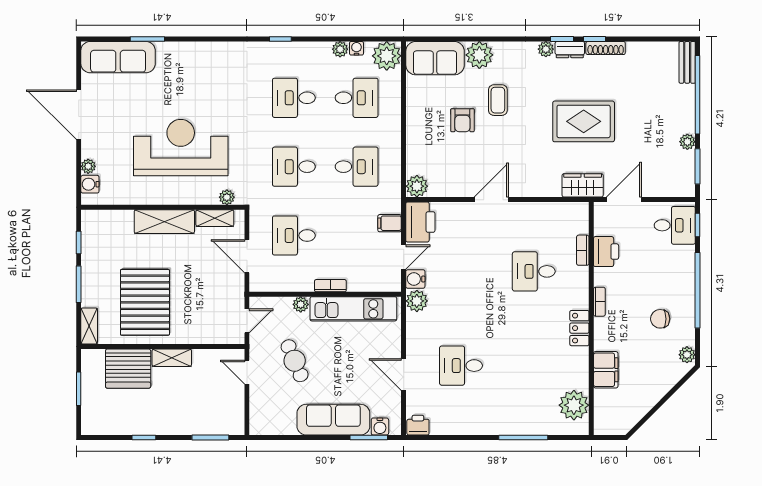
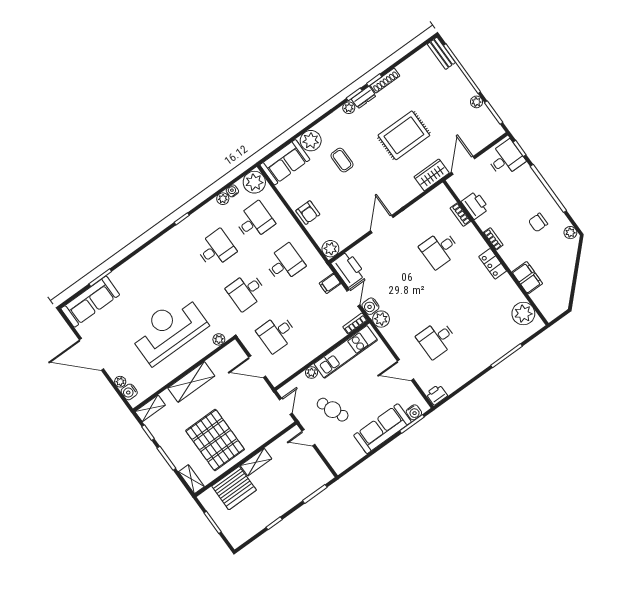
desk: (294, 98) -> (216, 249), turned 180
armchair: (462, 120) -> (308, 213), moved
shelving: (215, 218) -> (150, 408), moved
bookcase: (330, 286) -> (355, 324), moved

